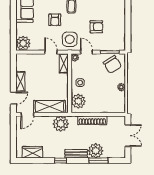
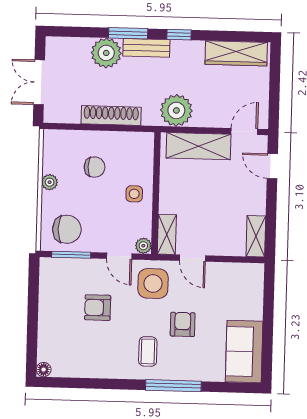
plant: (23, 43) -> (249, 278), removed
chair: (112, 64) -> (67, 229), turned 122
shelving: (20, 82) -> (256, 236), moved
chair: (100, 95) -> (95, 167), added
door: (13, 98) -> (272, 166), hinge flipped
plant: (78, 101) -> (139, 156), removed
wardrobe: (32, 152) -> (236, 53), width x1.50
window: (98, 161) -> (128, 33), moved

